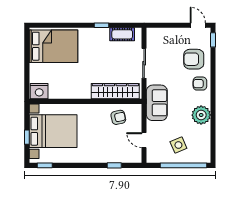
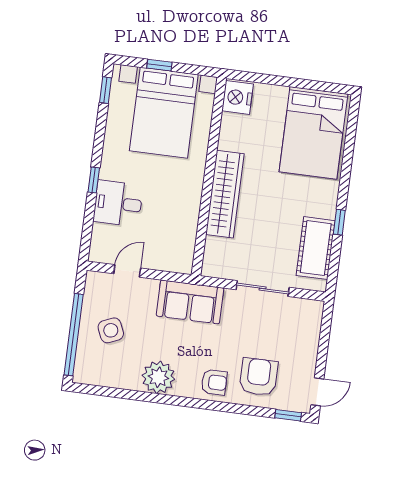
cot: (122, 34) -> (316, 248), width x1.37, depth x1.34
armchair: (200, 84) -> (214, 382), turned 90
wardrobe: (115, 91) -> (225, 194), moved
armchair: (118, 117) -> (173, 231), removed
desk: (107, 150) -> (118, 203), added
window: (114, 165) -> (94, 180), moved

